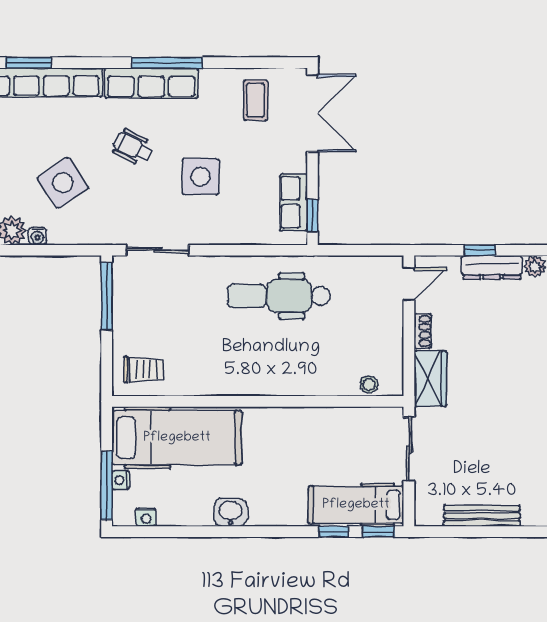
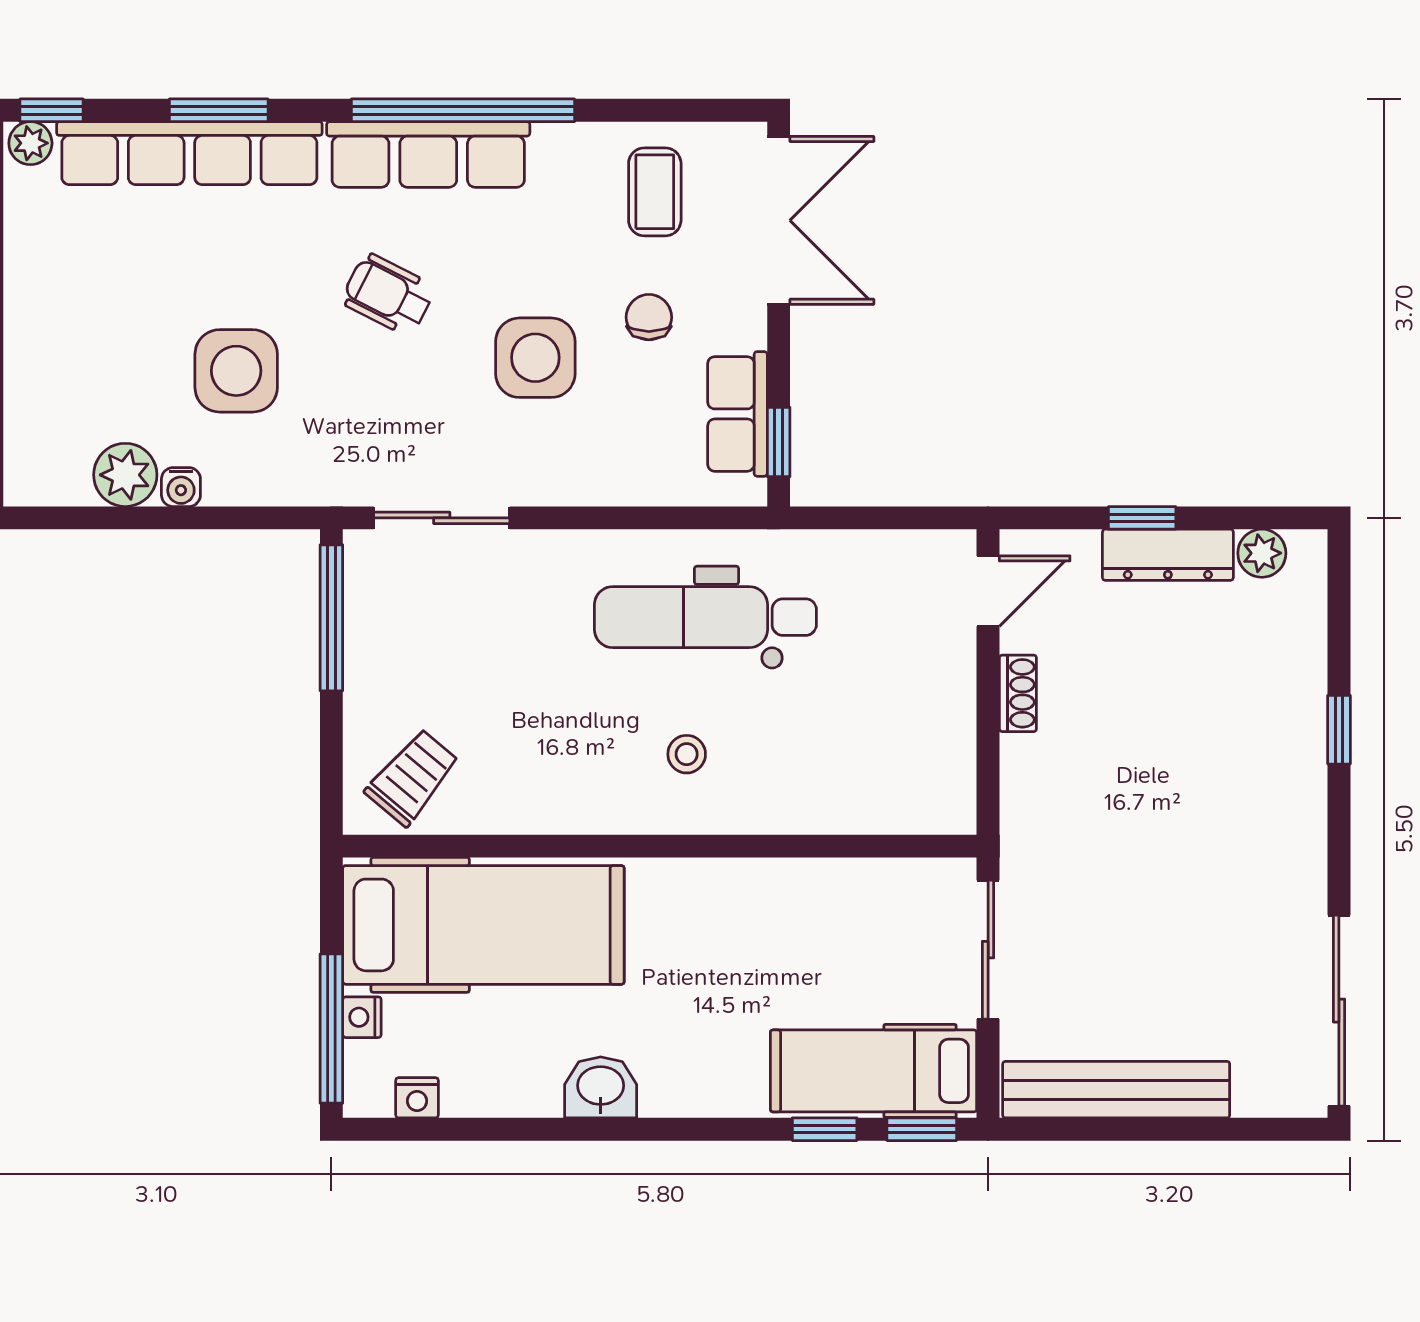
window: (28, 63) -> (219, 110), moved
window: (167, 63) -> (463, 110), width x1.46
chair: (253, 158) -> (649, 317), added
side table: (63, 183) -> (236, 371), turned 34
trolley: (144, 370) -> (412, 777), turned -50
wardrobe: (430, 379) -> (1034, 796), removed
stool: (369, 384) -> (687, 754), moved
bench: (482, 516) -> (1116, 1090), width x1.37, depth x1.21

